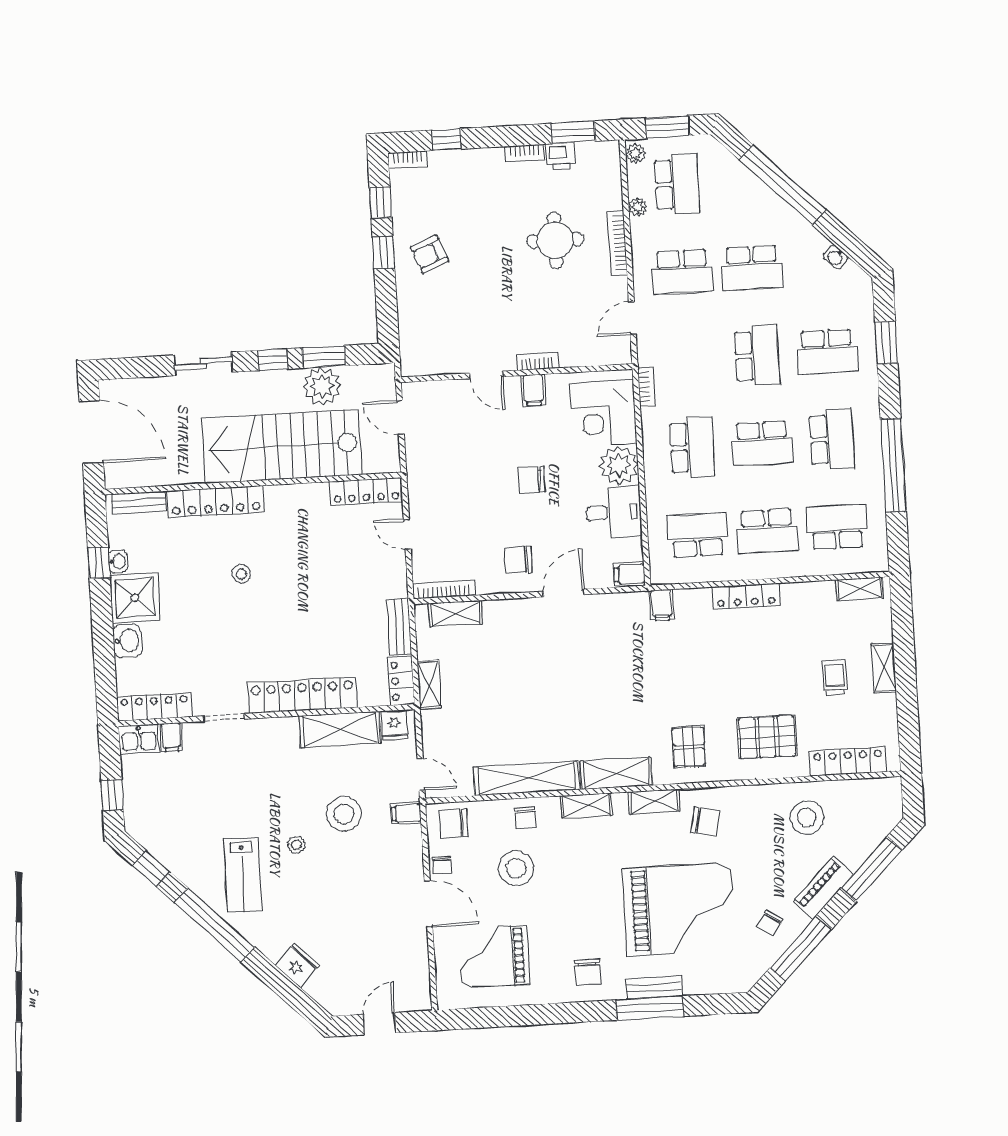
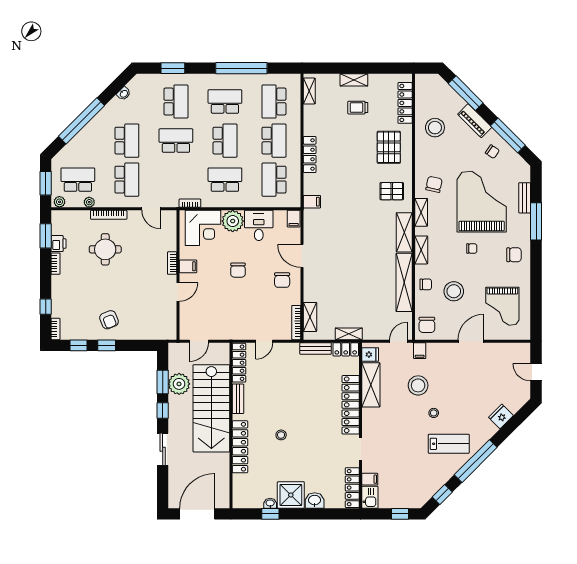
bench: (139, 503) -> (238, 399), moved
chair: (442, 865) -> (472, 248), moved
bench: (654, 987) -> (525, 198), moved

